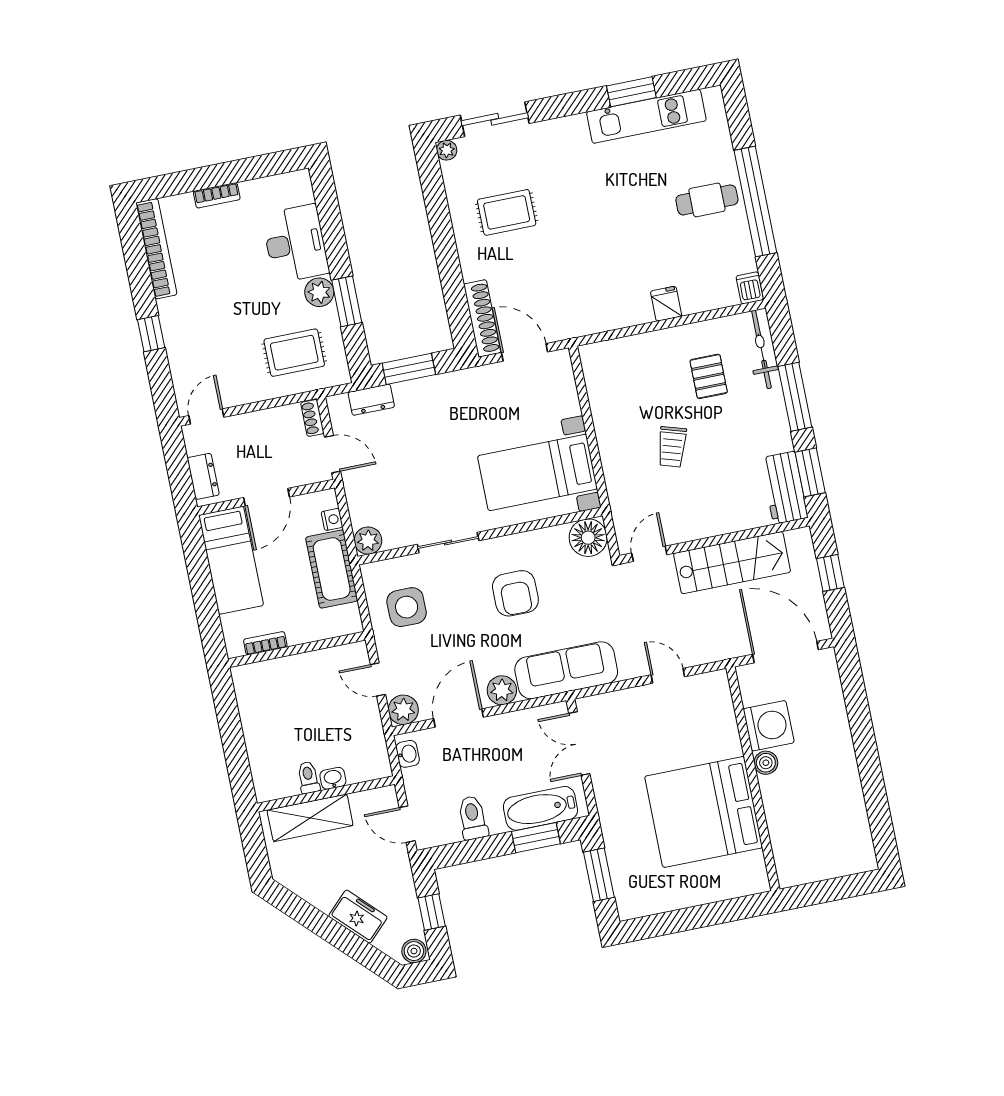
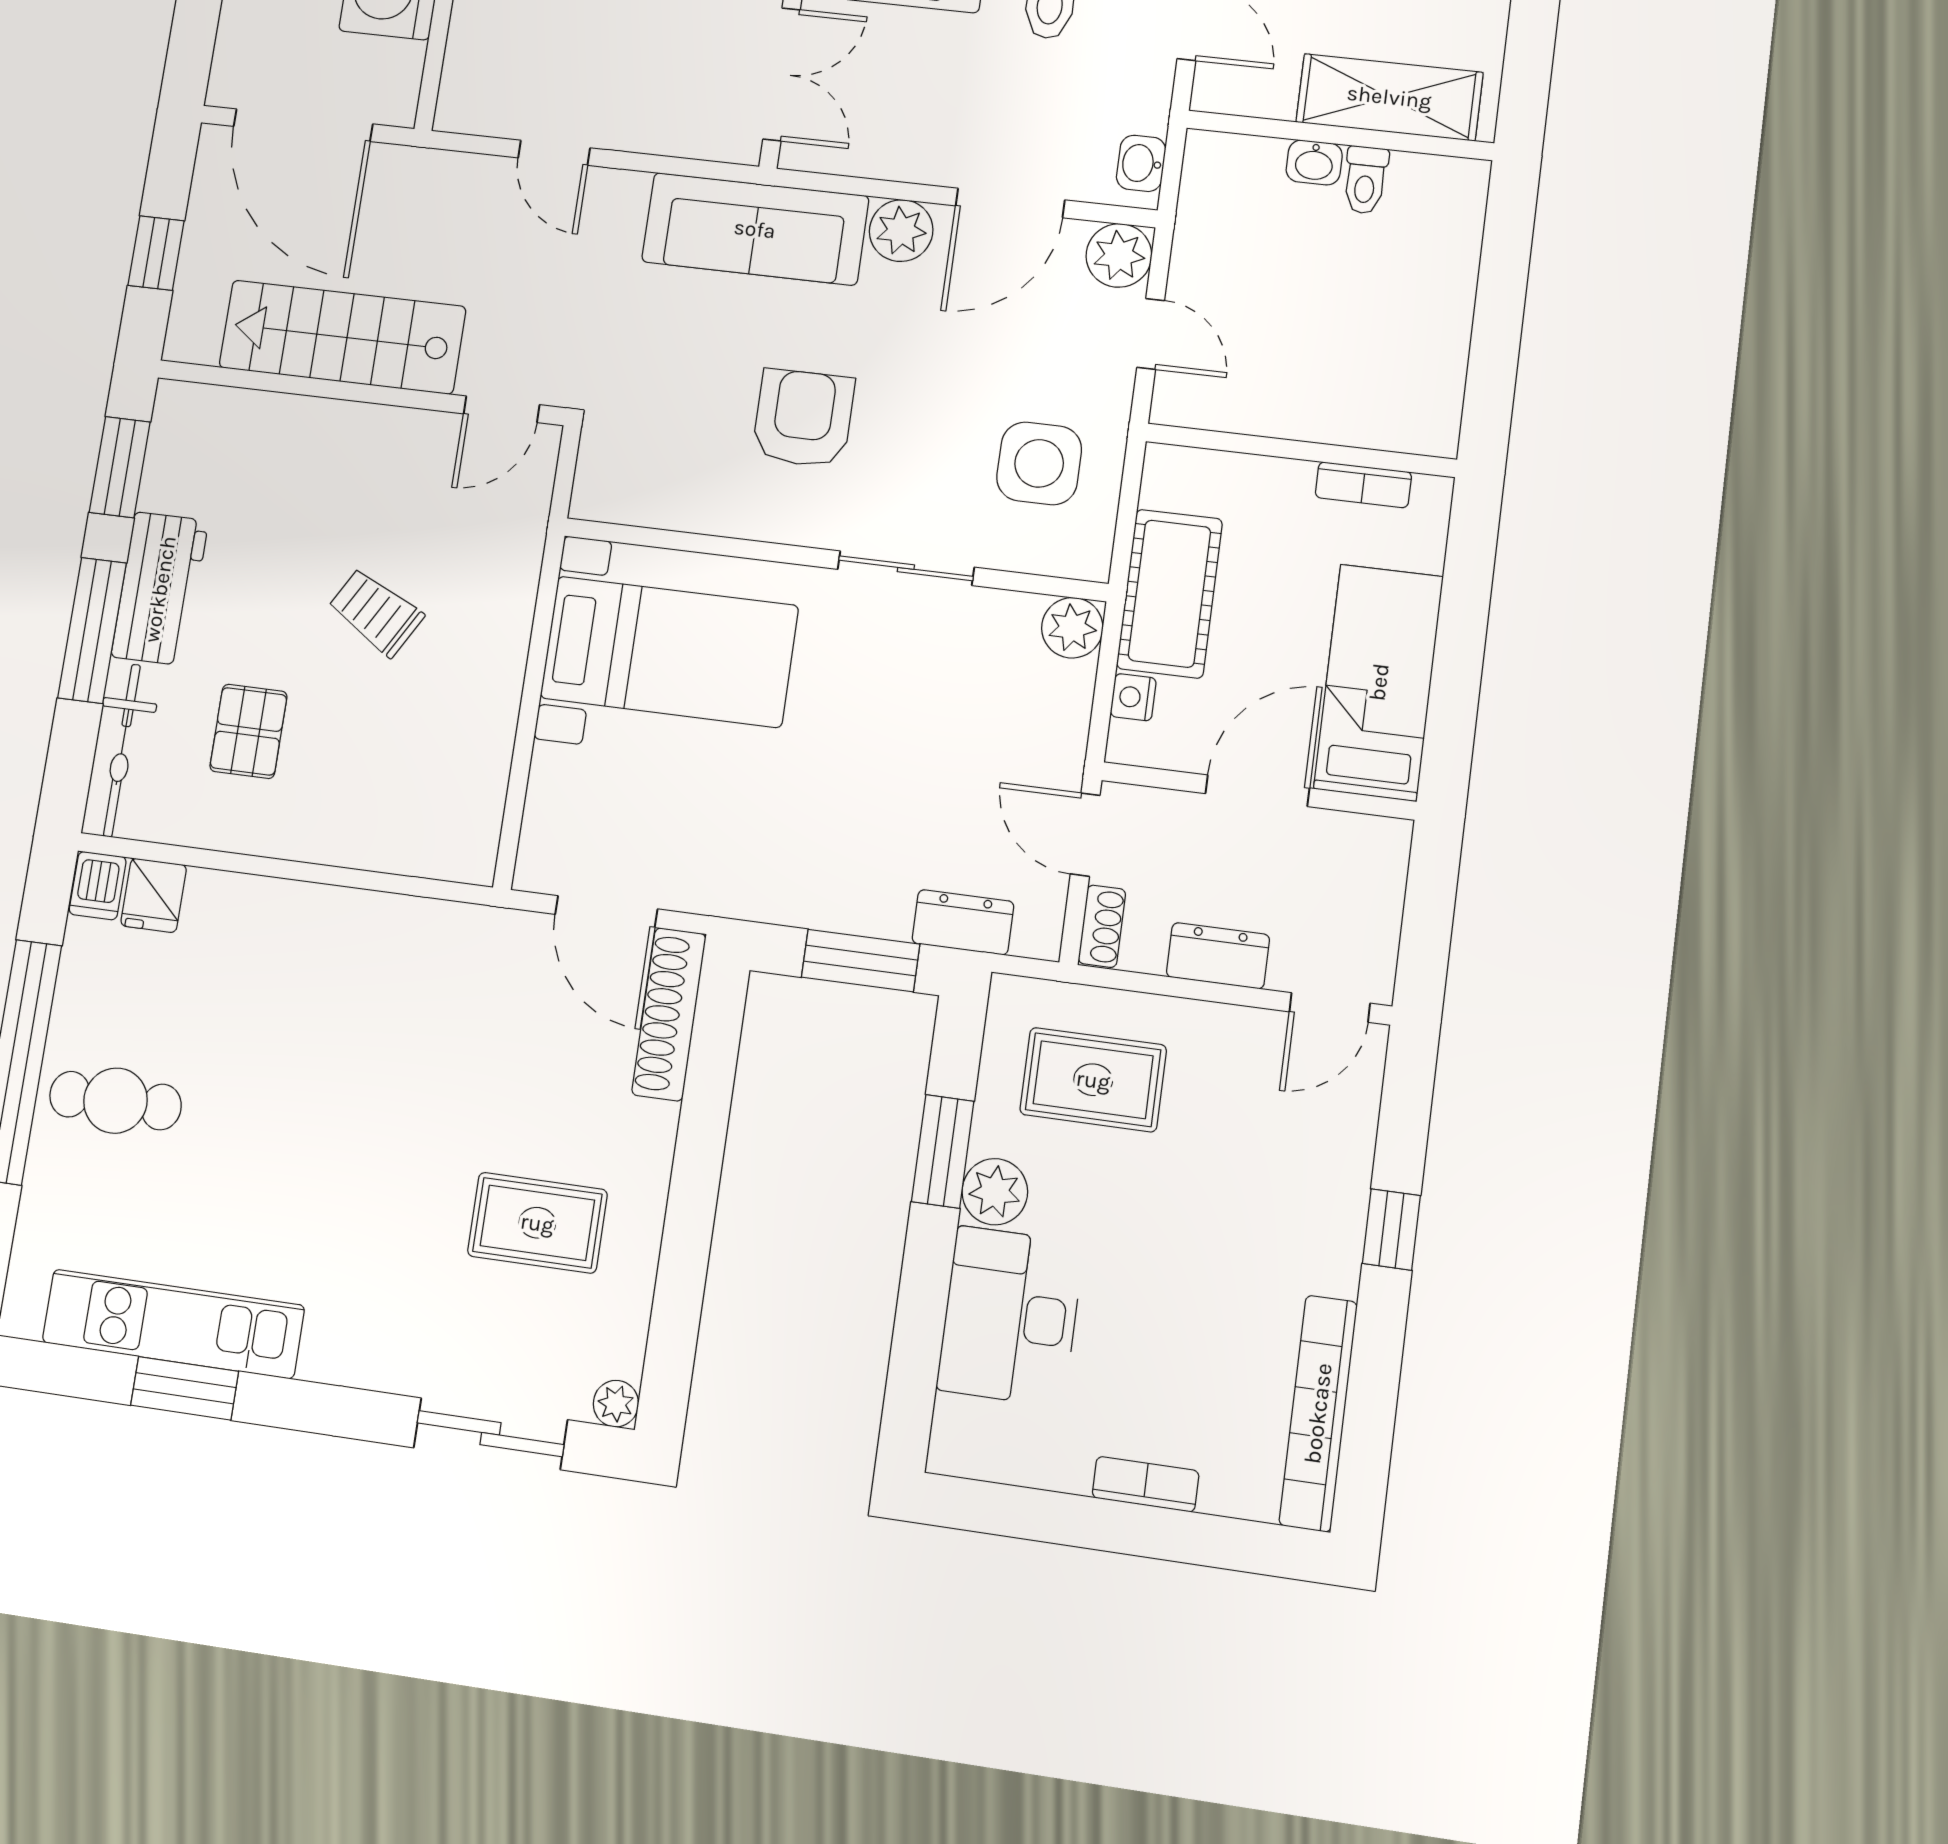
fridge: (666, 304) -> (154, 895), moved
trolley: (672, 447) -> (376, 612), turned -77
dresser: (203, 476) -> (1218, 956), moved, turned 90
workbench: (784, 488) -> (160, 589), moved
floor lamp: (588, 538) -> (614, 483), removed

